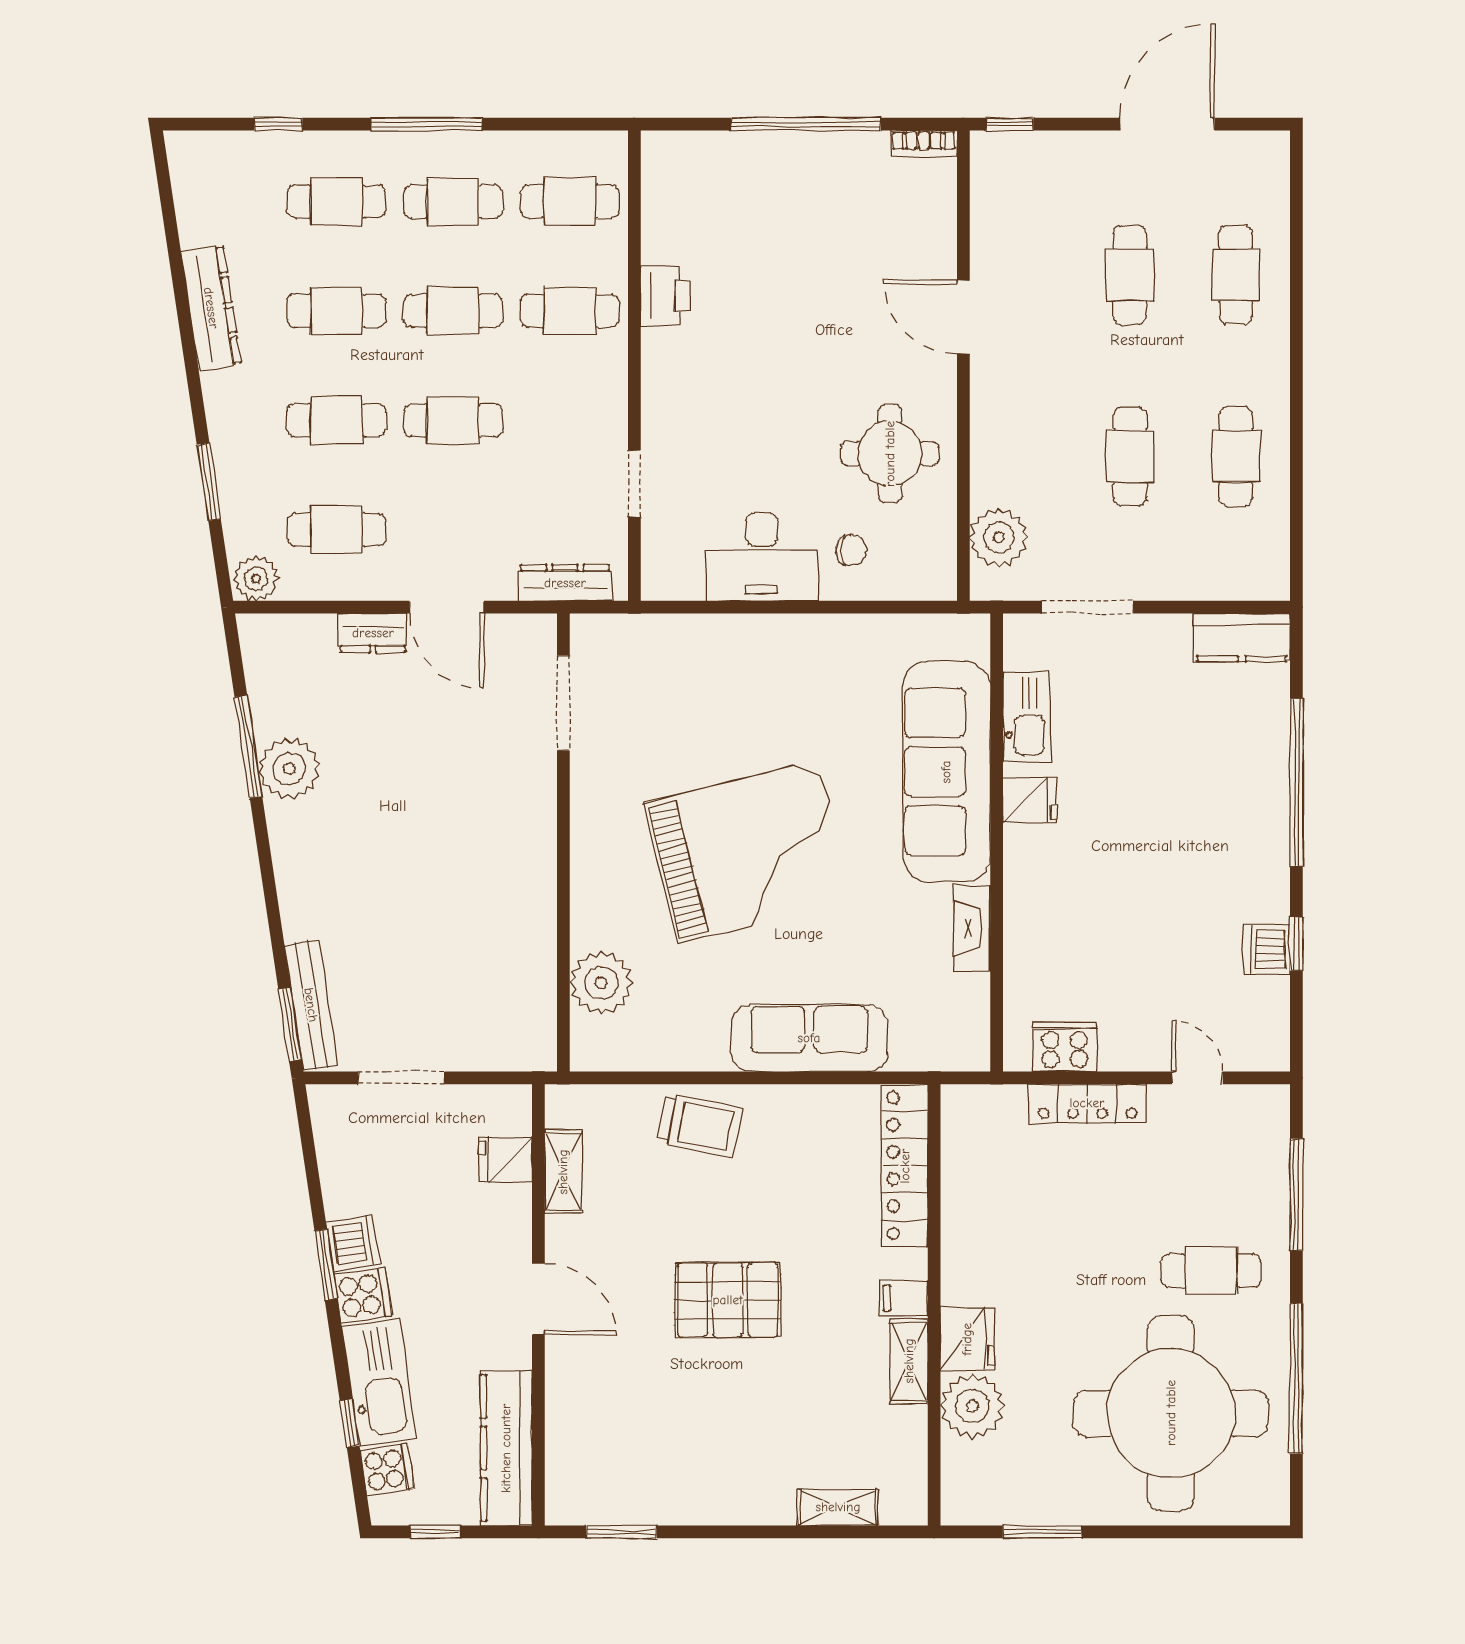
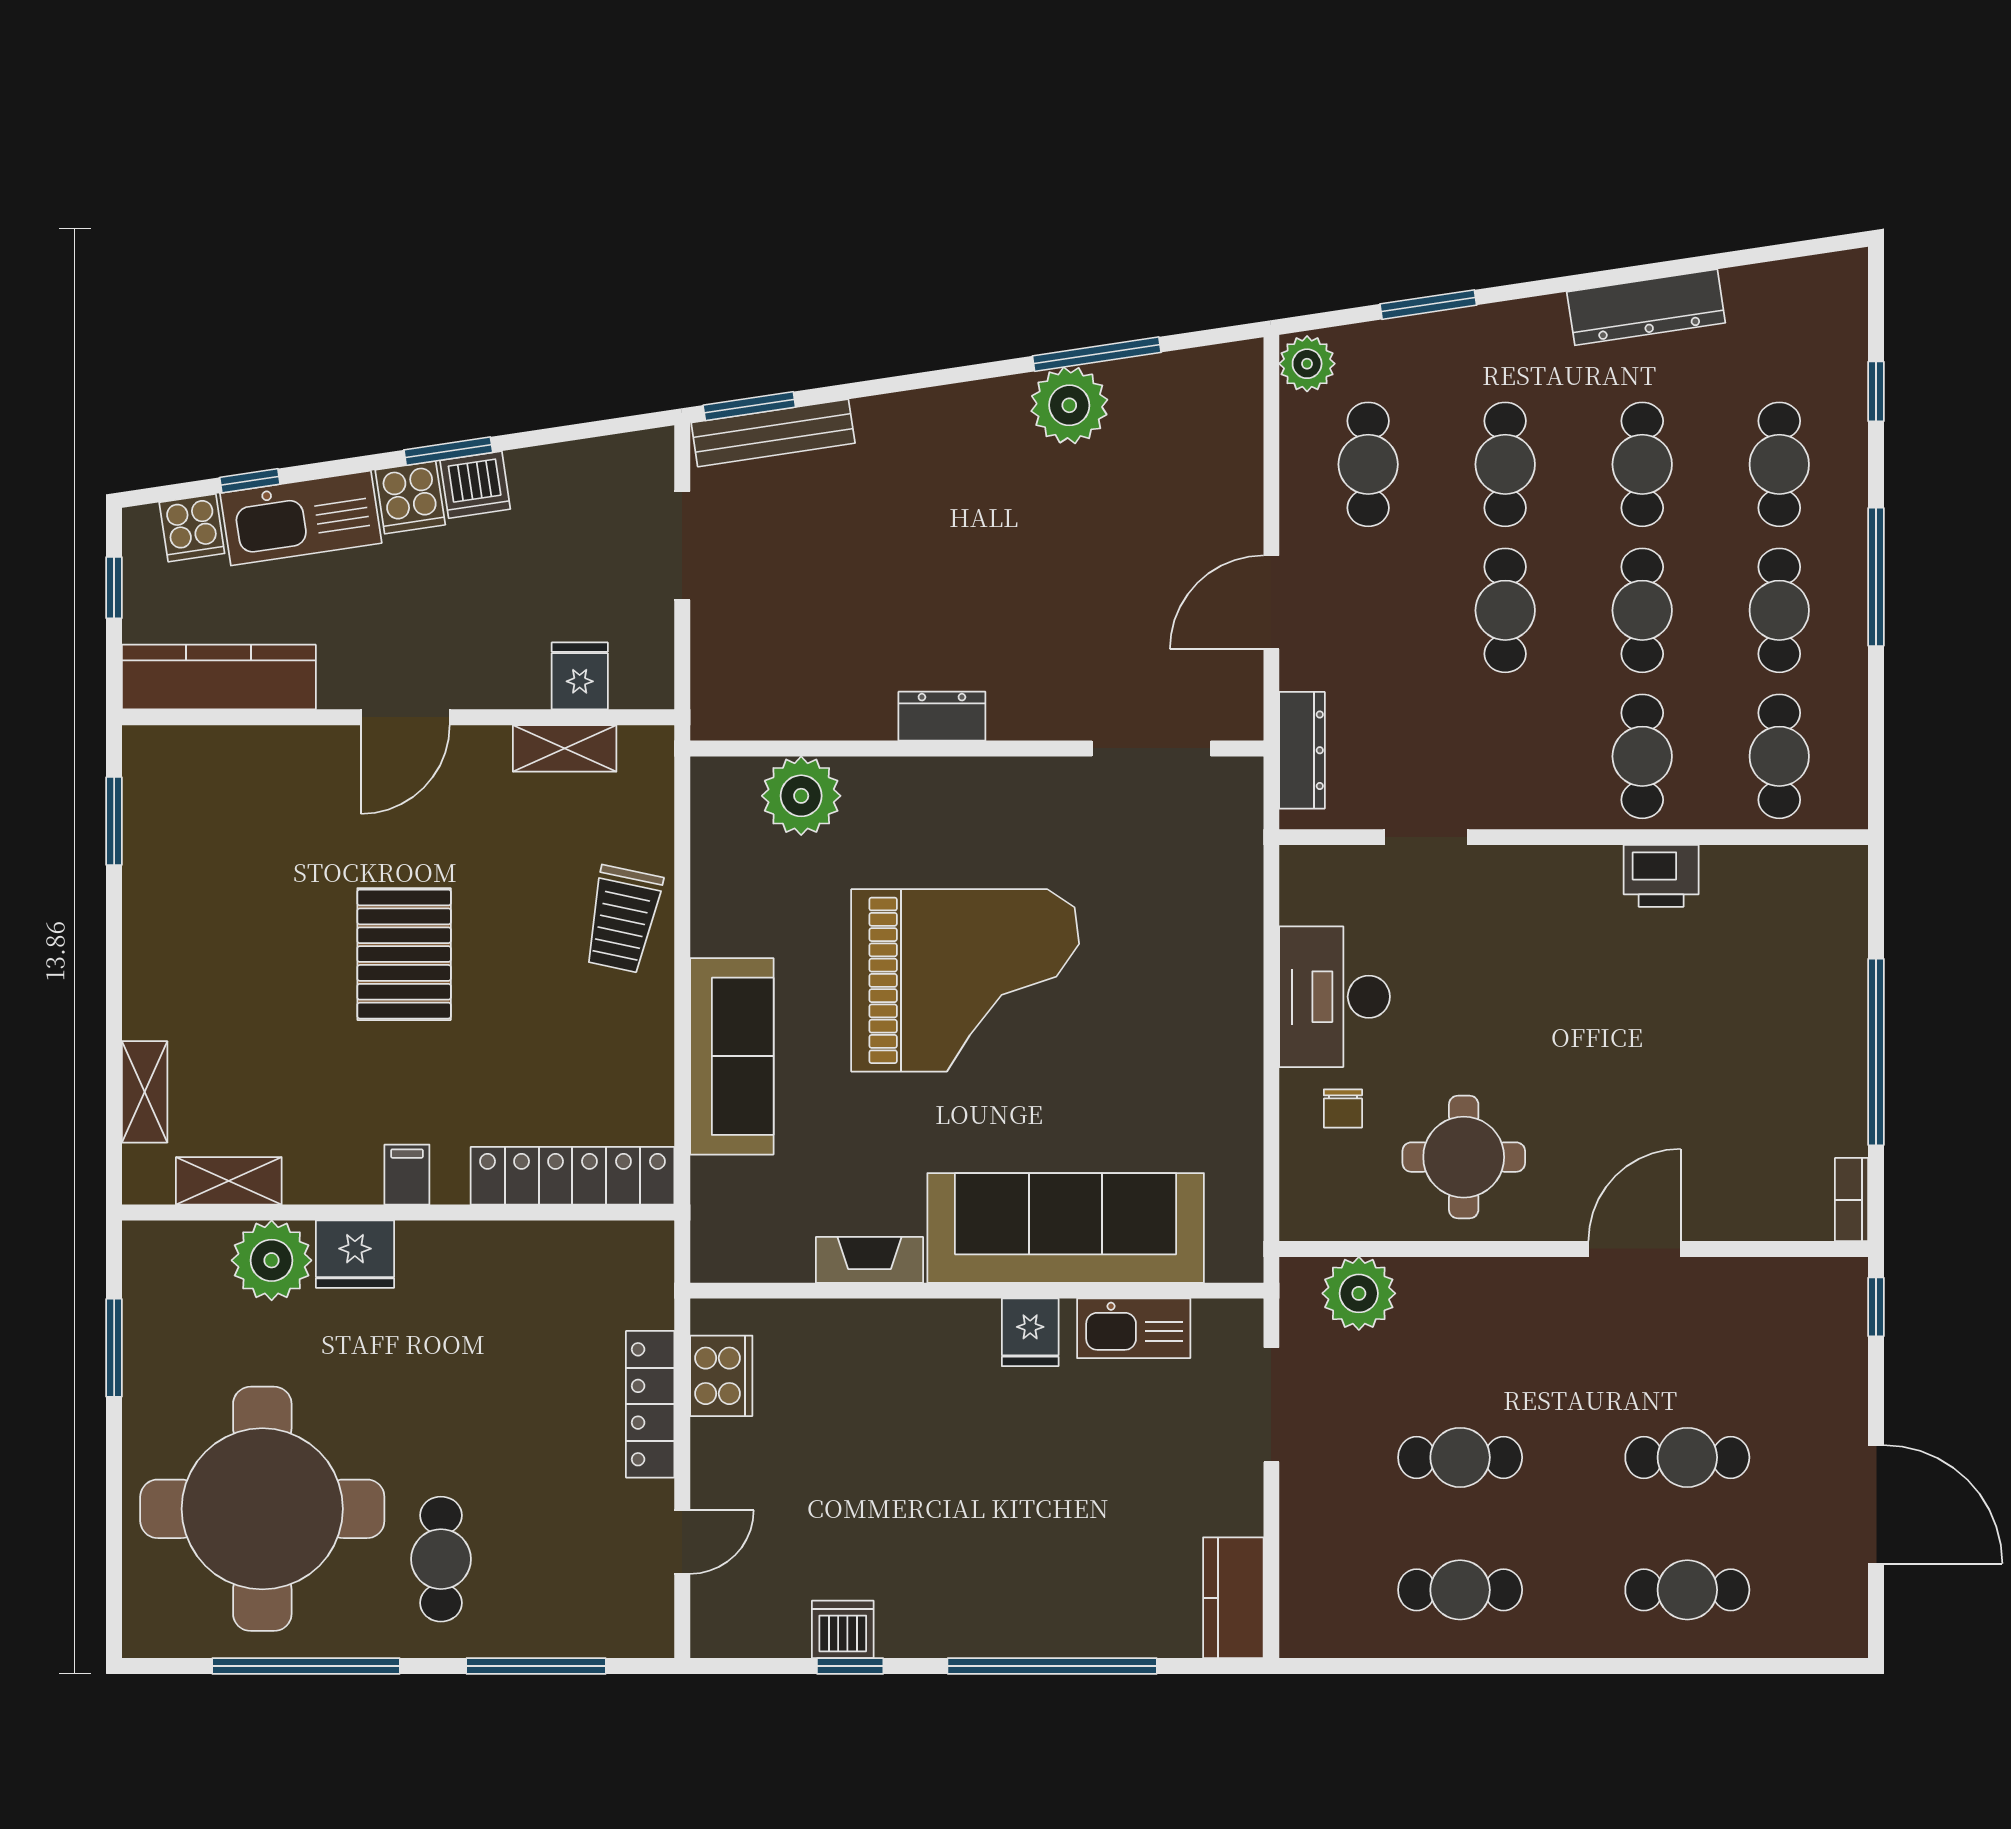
dresser: (373, 633) -> (942, 716), moved, turned 90
grand piano: (749, 852) -> (965, 980), turned -76
shelving: (909, 1361) -> (229, 1181), moved

